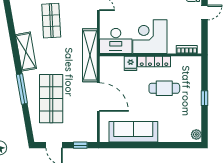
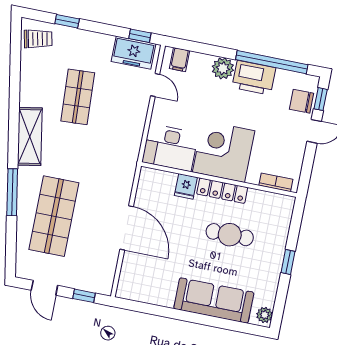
shelving: (90, 55) -> (126, 162), removed
sofa: (133, 132) -> (214, 301), moved

